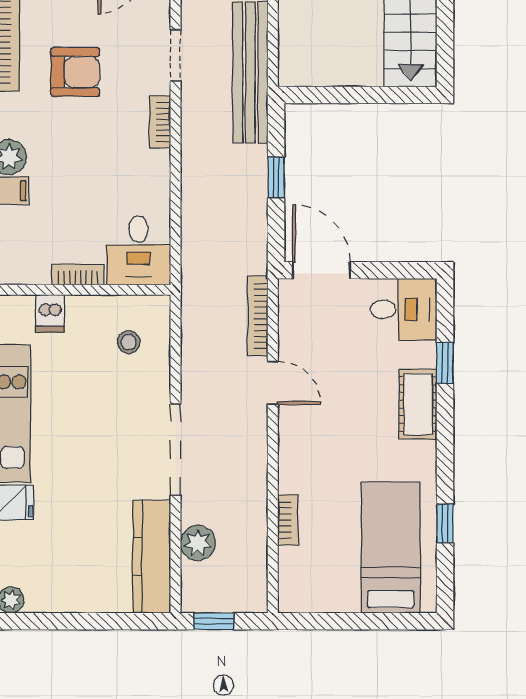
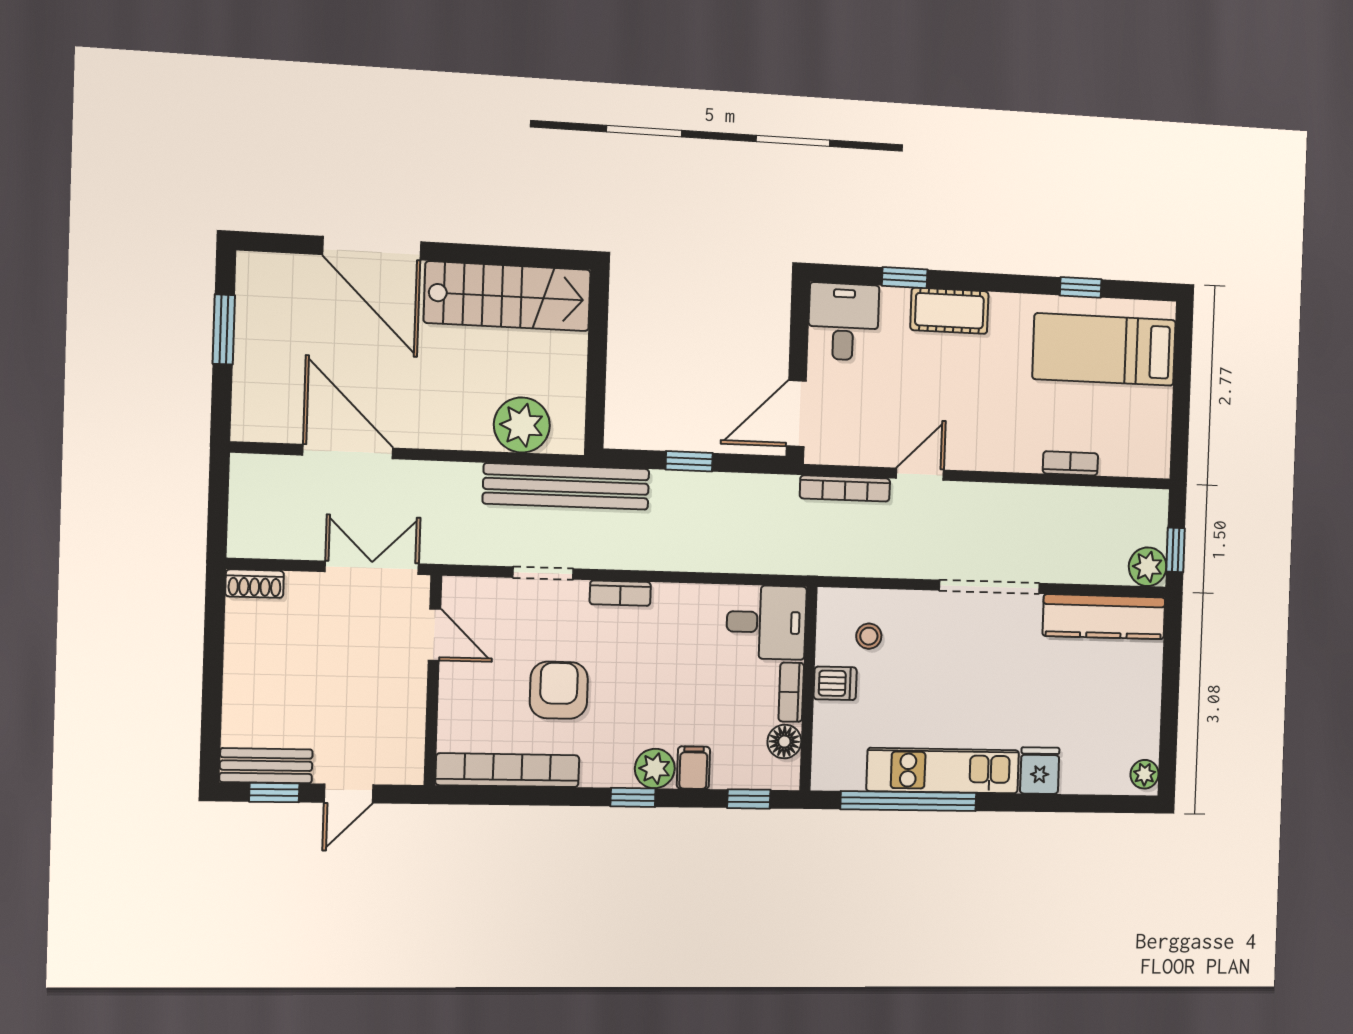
plant: (301, 33) -> (522, 425), added
floor lamp: (34, 270) -> (784, 742), added
dishwasher: (50, 313) -> (835, 683), moved
plant: (198, 543) -> (1148, 567), moved

